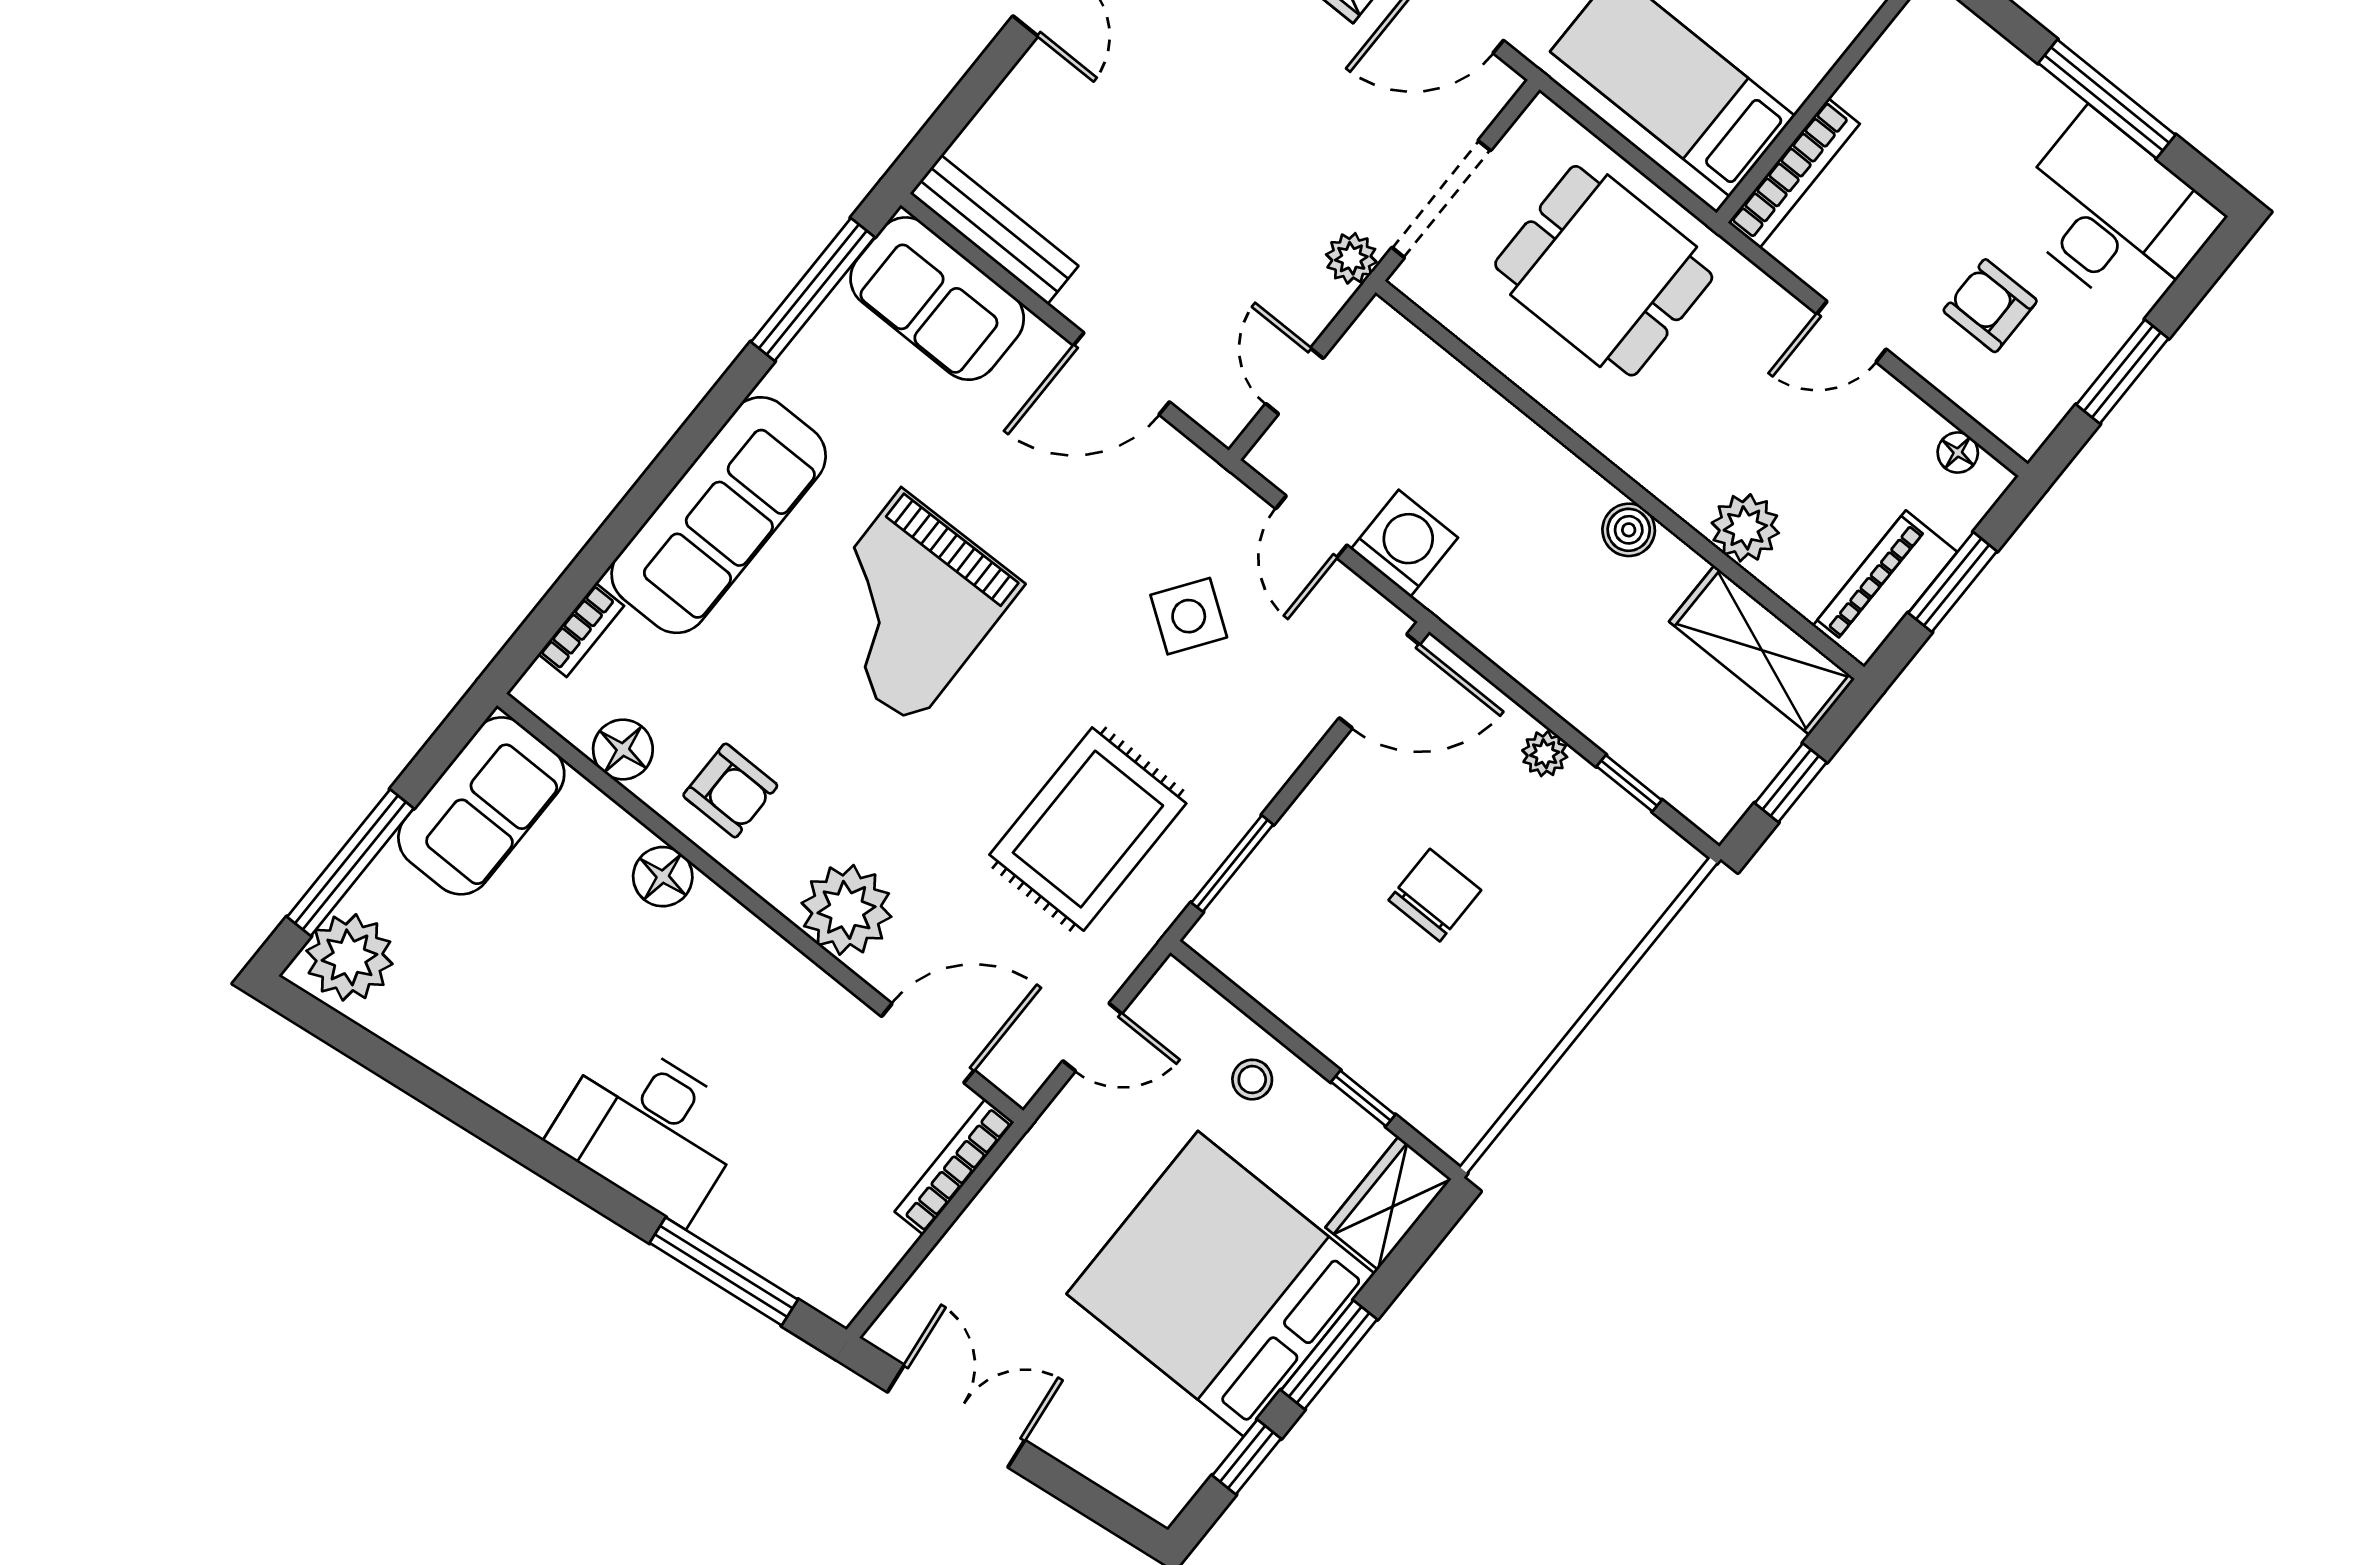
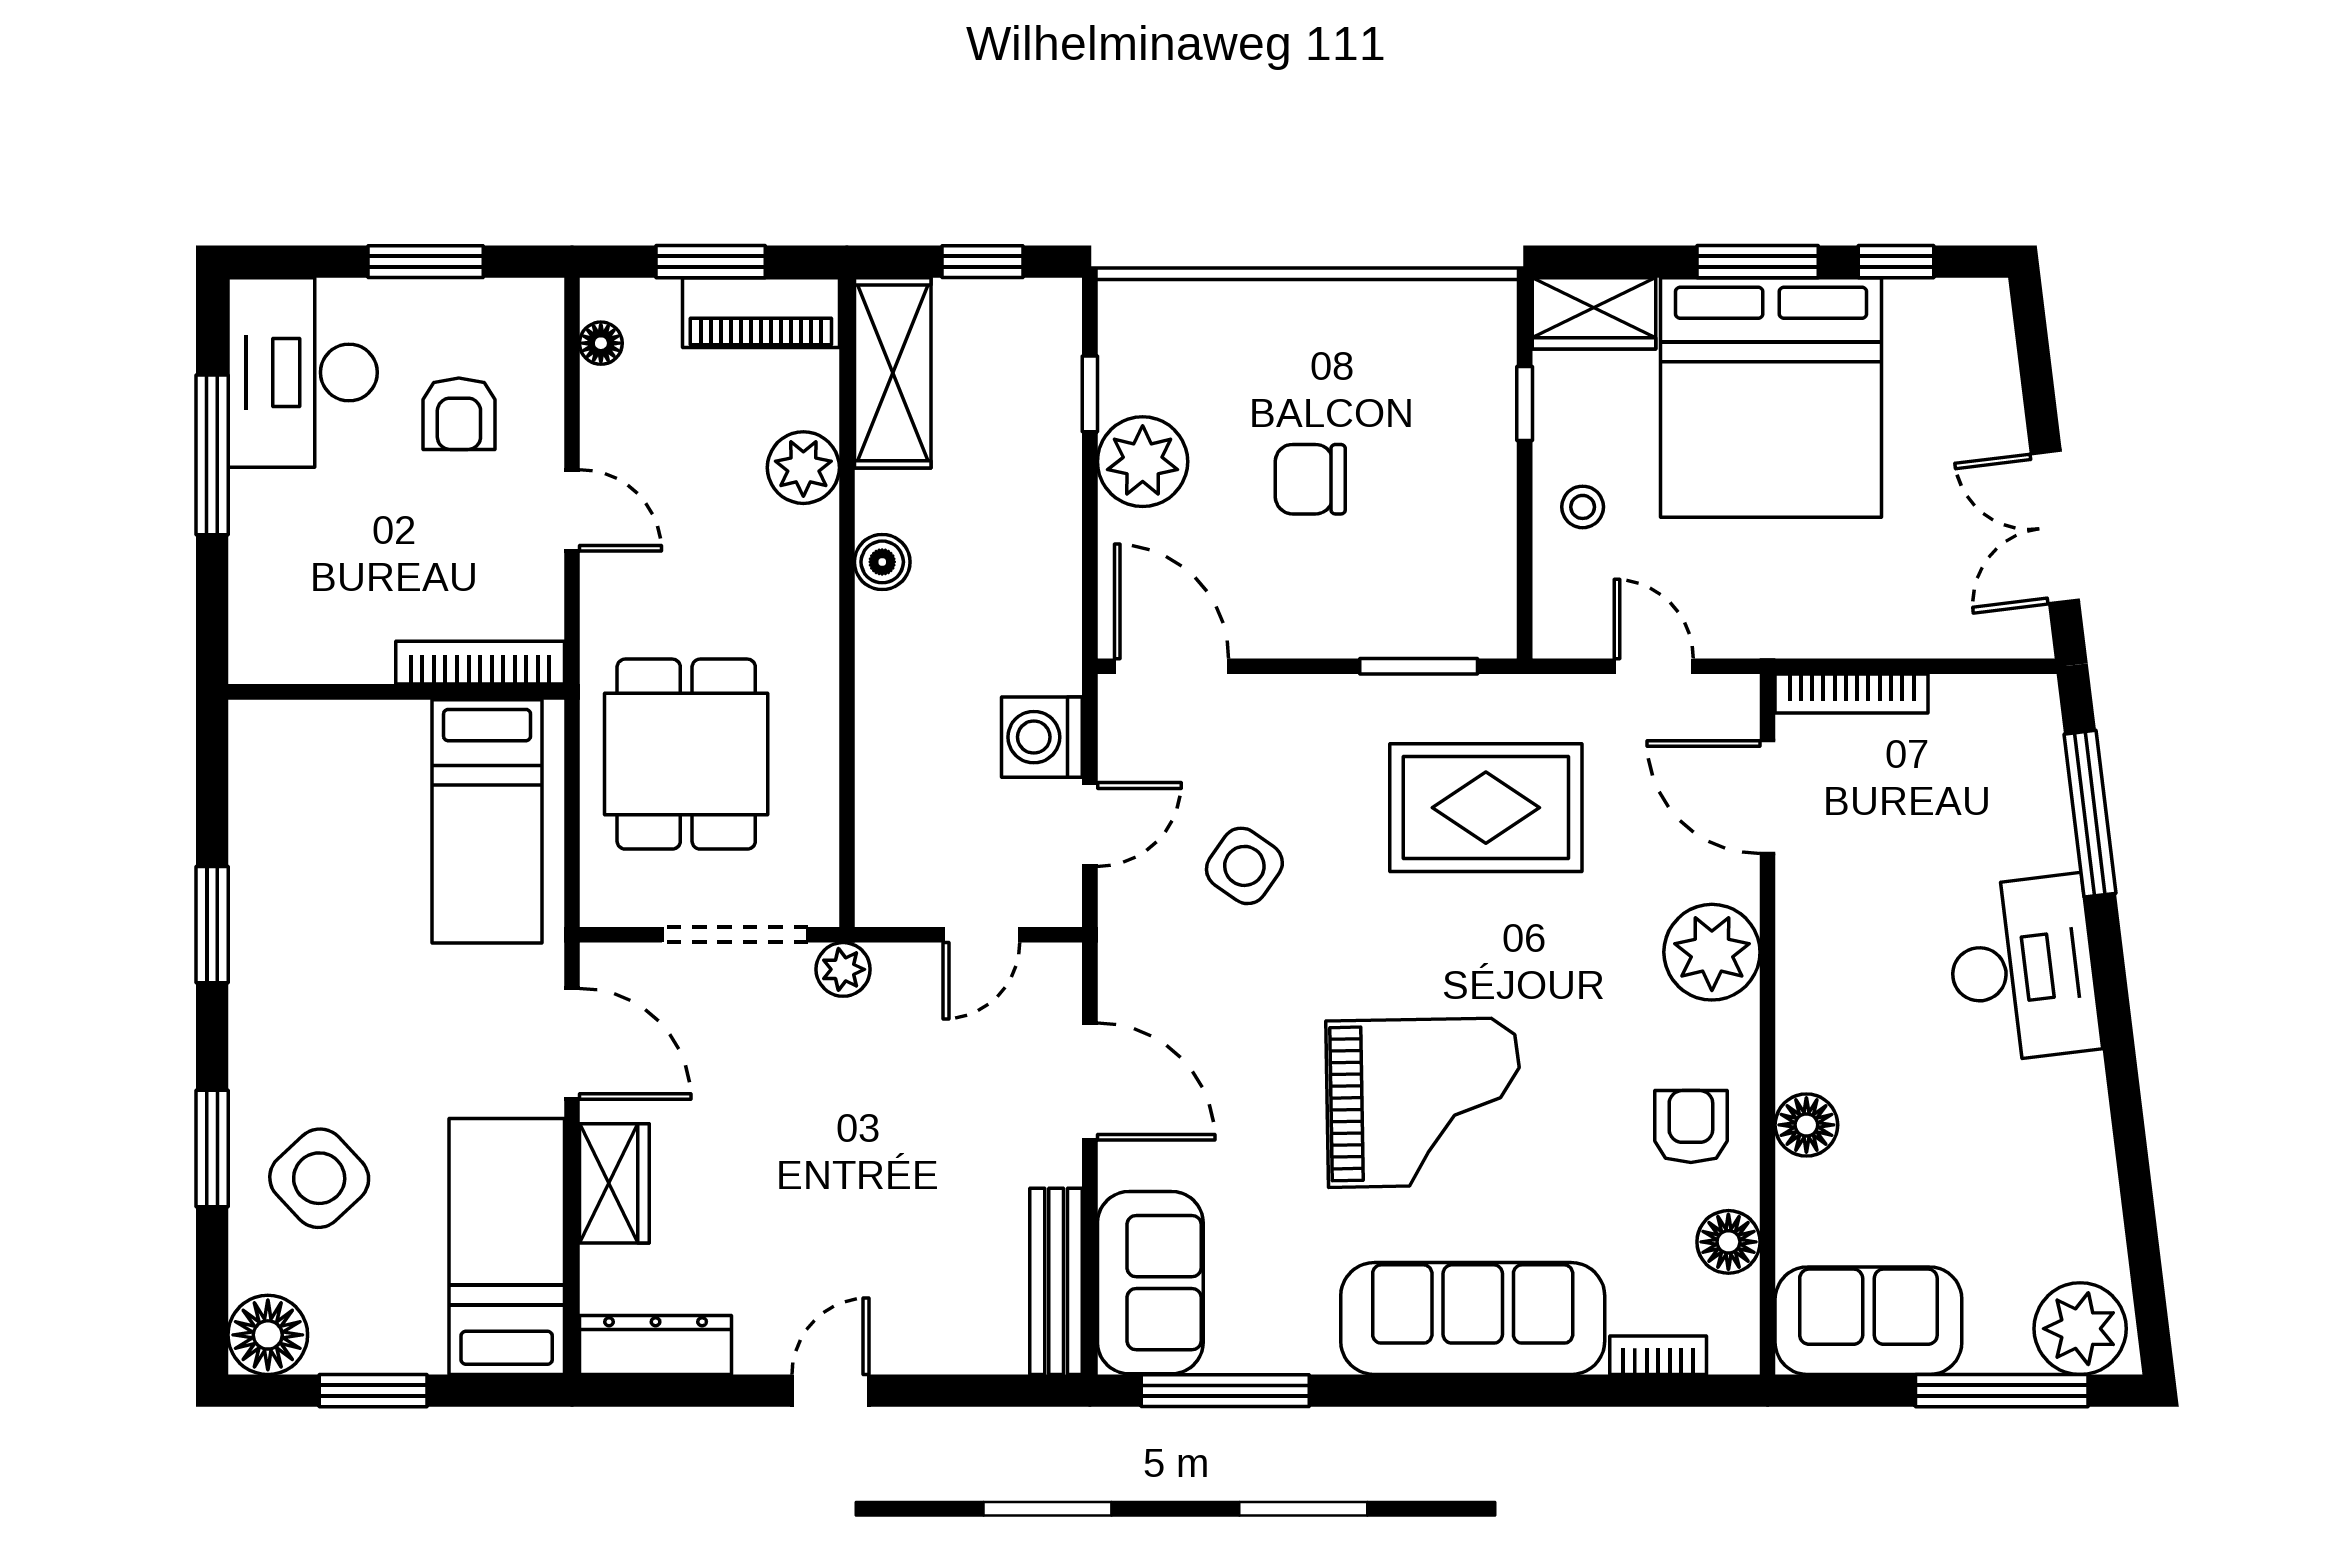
plant: (1545, 754) -> (1143, 462), width x1.88, depth x1.88

